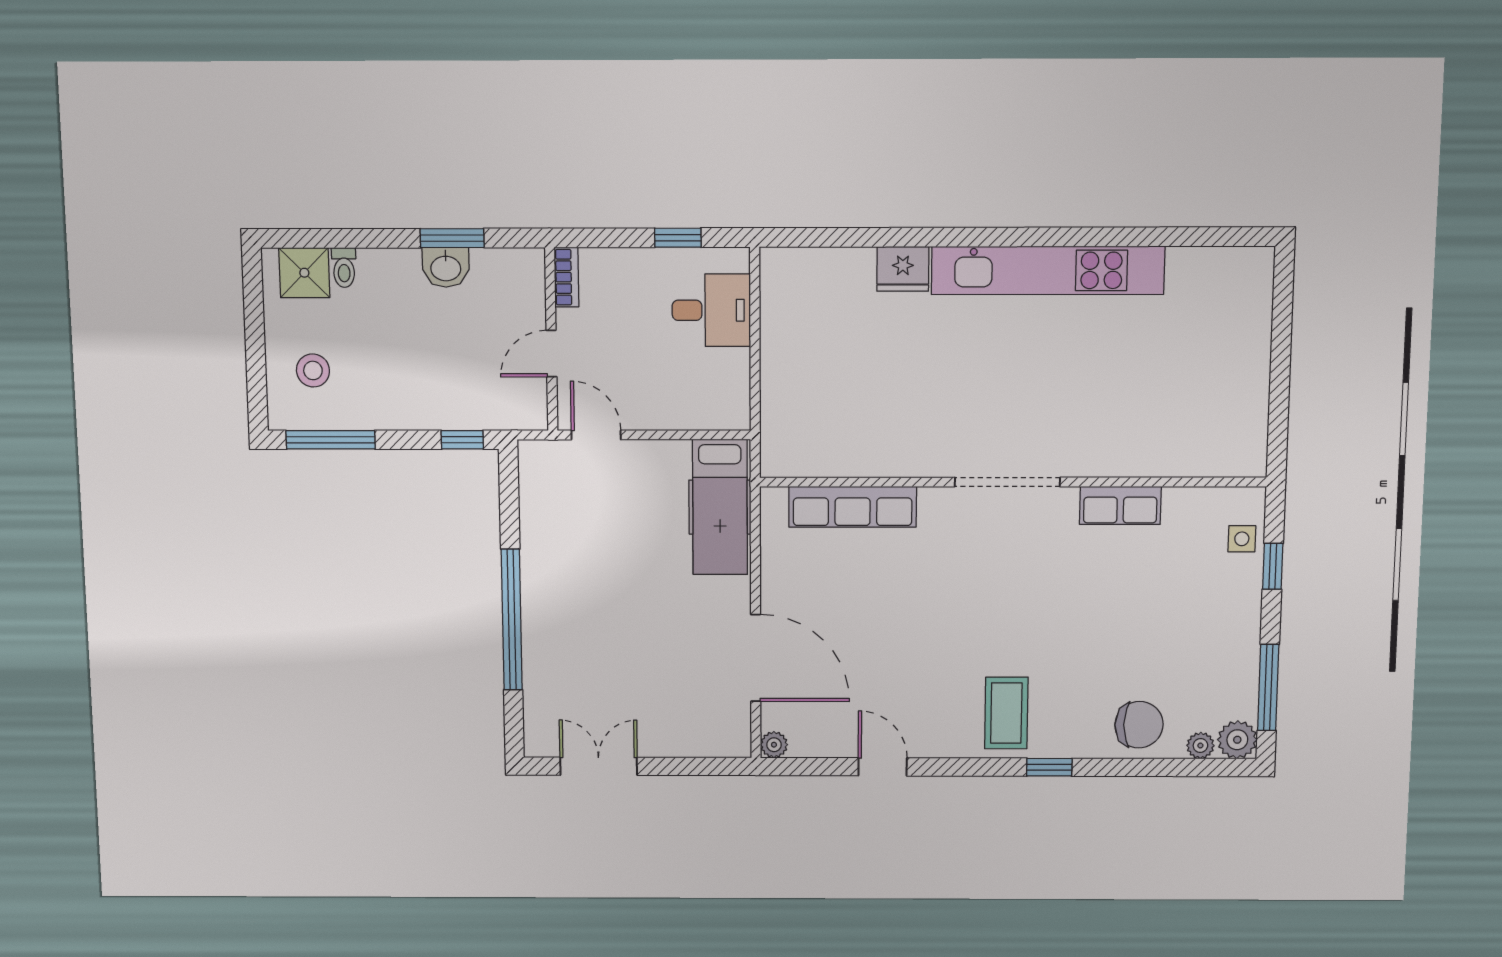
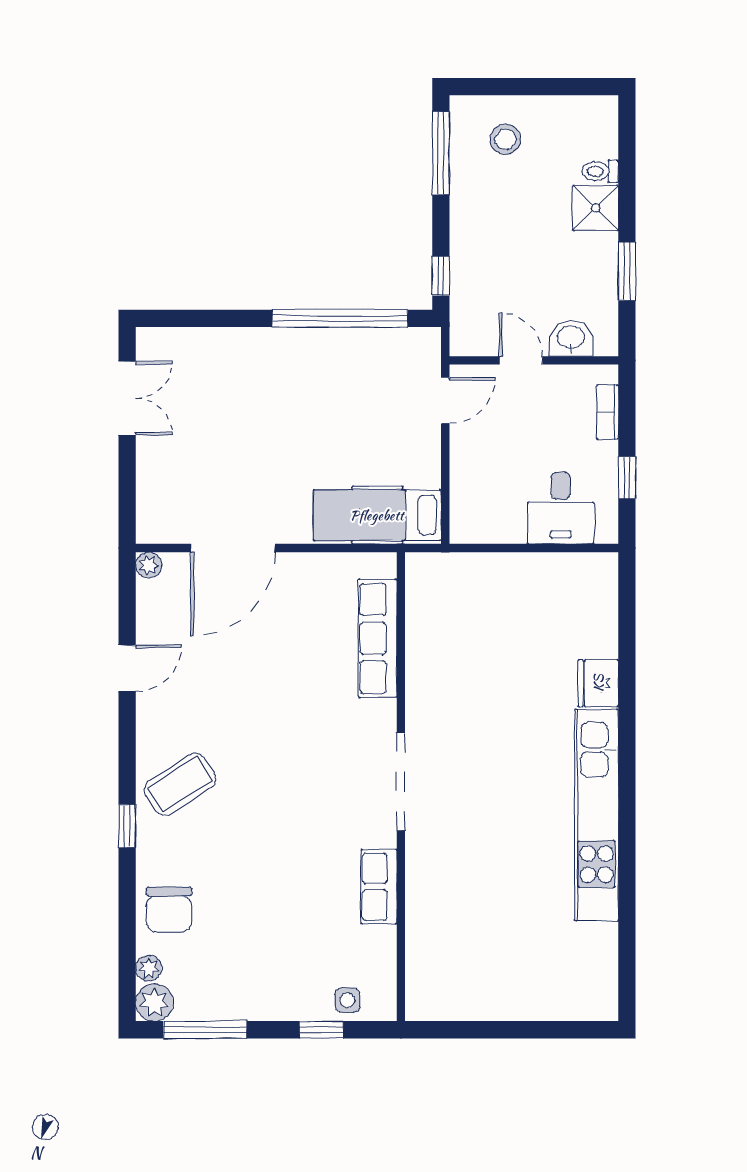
washbasin: (446, 267) -> (571, 338), moved, turned 90
shower: (304, 273) -> (596, 208), moved
bookcase: (566, 277) -> (608, 412), moved, turned 90
window: (512, 620) -> (340, 318), moved
coffee table: (1006, 713) -> (180, 784), turned -33

